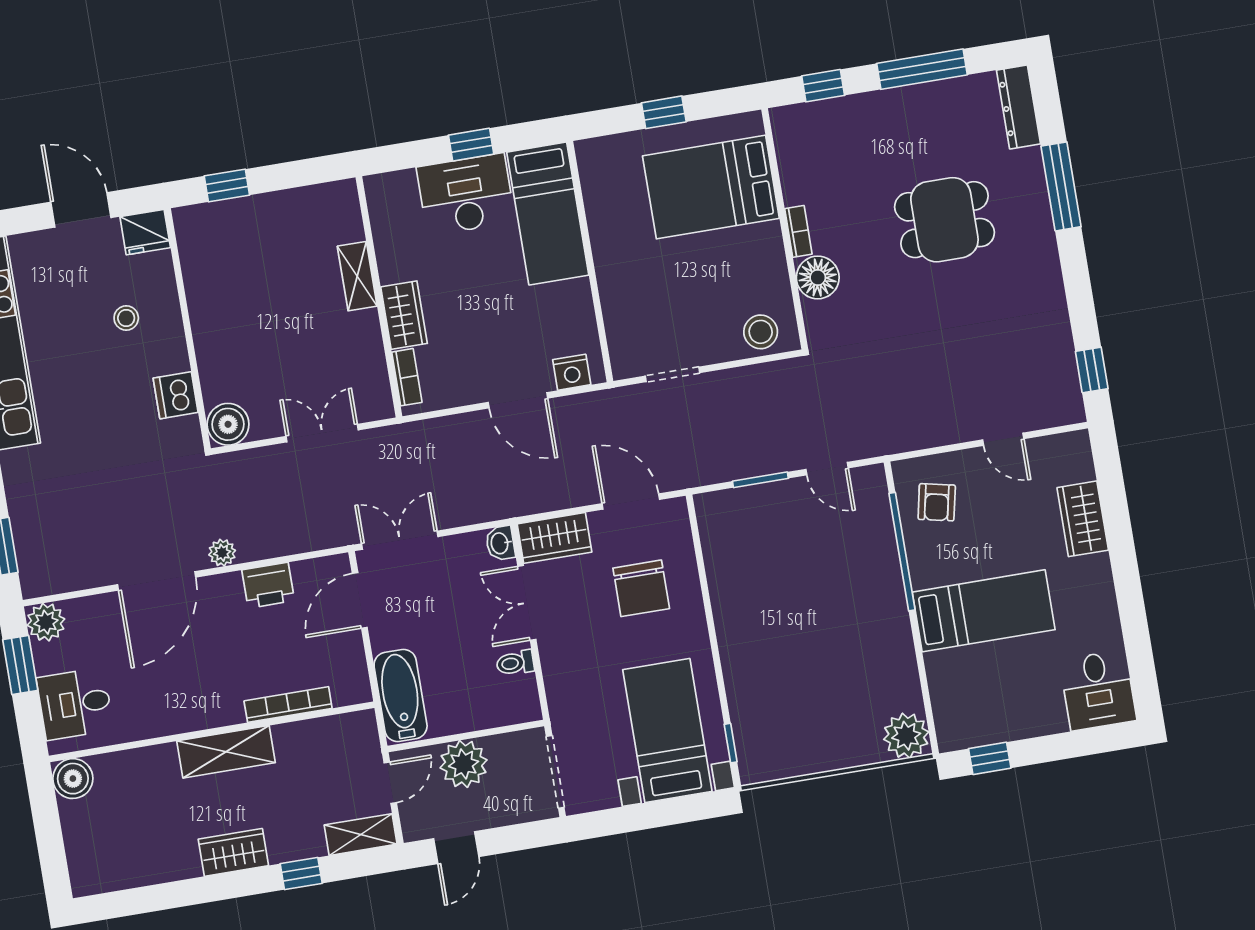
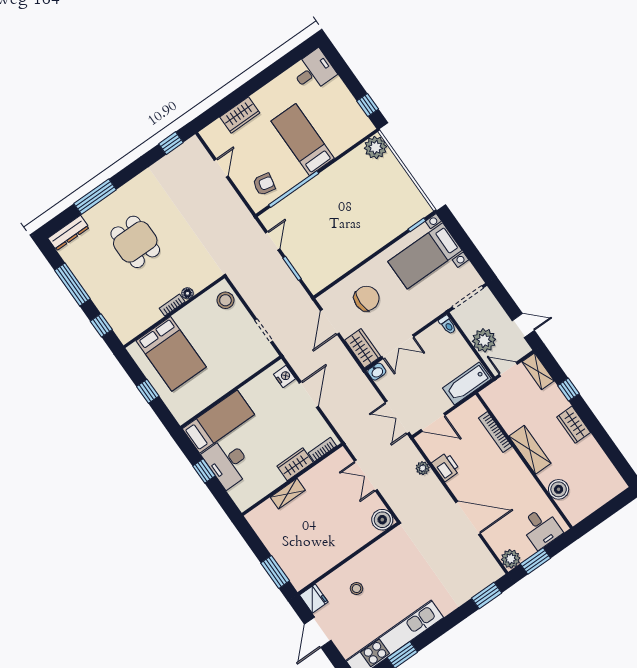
window: (227, 185) -> (275, 572), width x1.50
floor lamp: (818, 277) -> (187, 293), width x0.53, depth x0.53
dishwasher: (176, 395) -> (381, 550), removed
plant: (222, 553) -> (423, 468), moved
toilet: (515, 663) -> (448, 325), moved
boiler: (73, 779) -> (559, 489), moved

